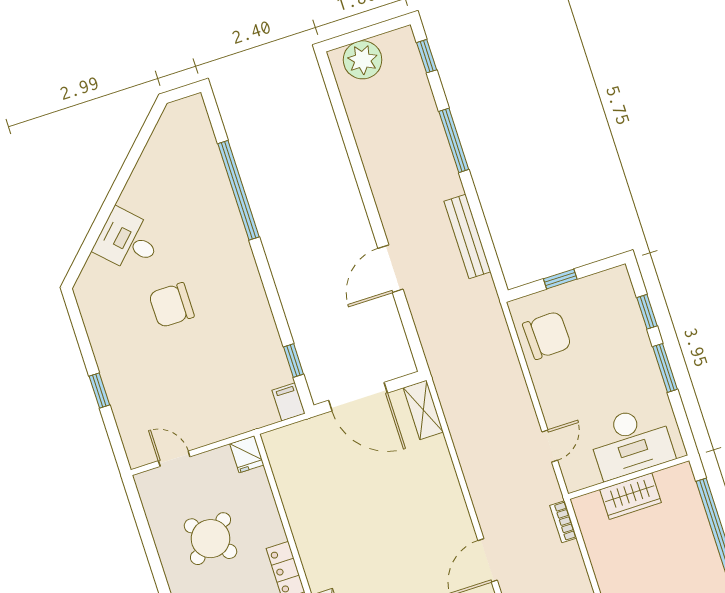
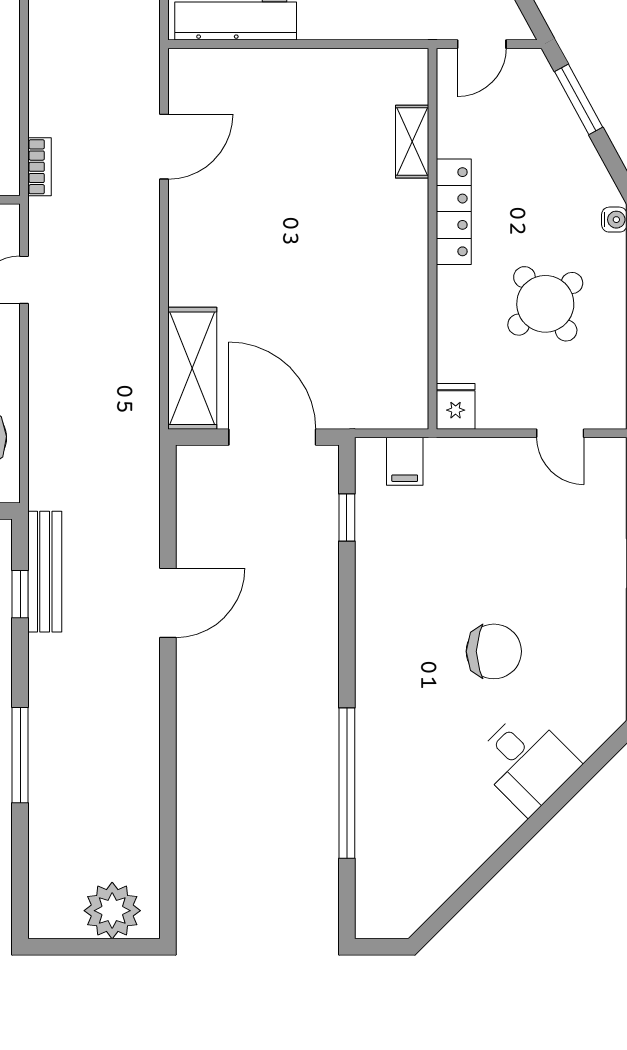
window: (427, 56) -> (20, 594), moved
bench: (467, 237) -> (45, 572), moved
filing cabinet: (289, 402) -> (405, 461), moved
shelving: (423, 410) -> (192, 368), width x1.50, depth x1.33

